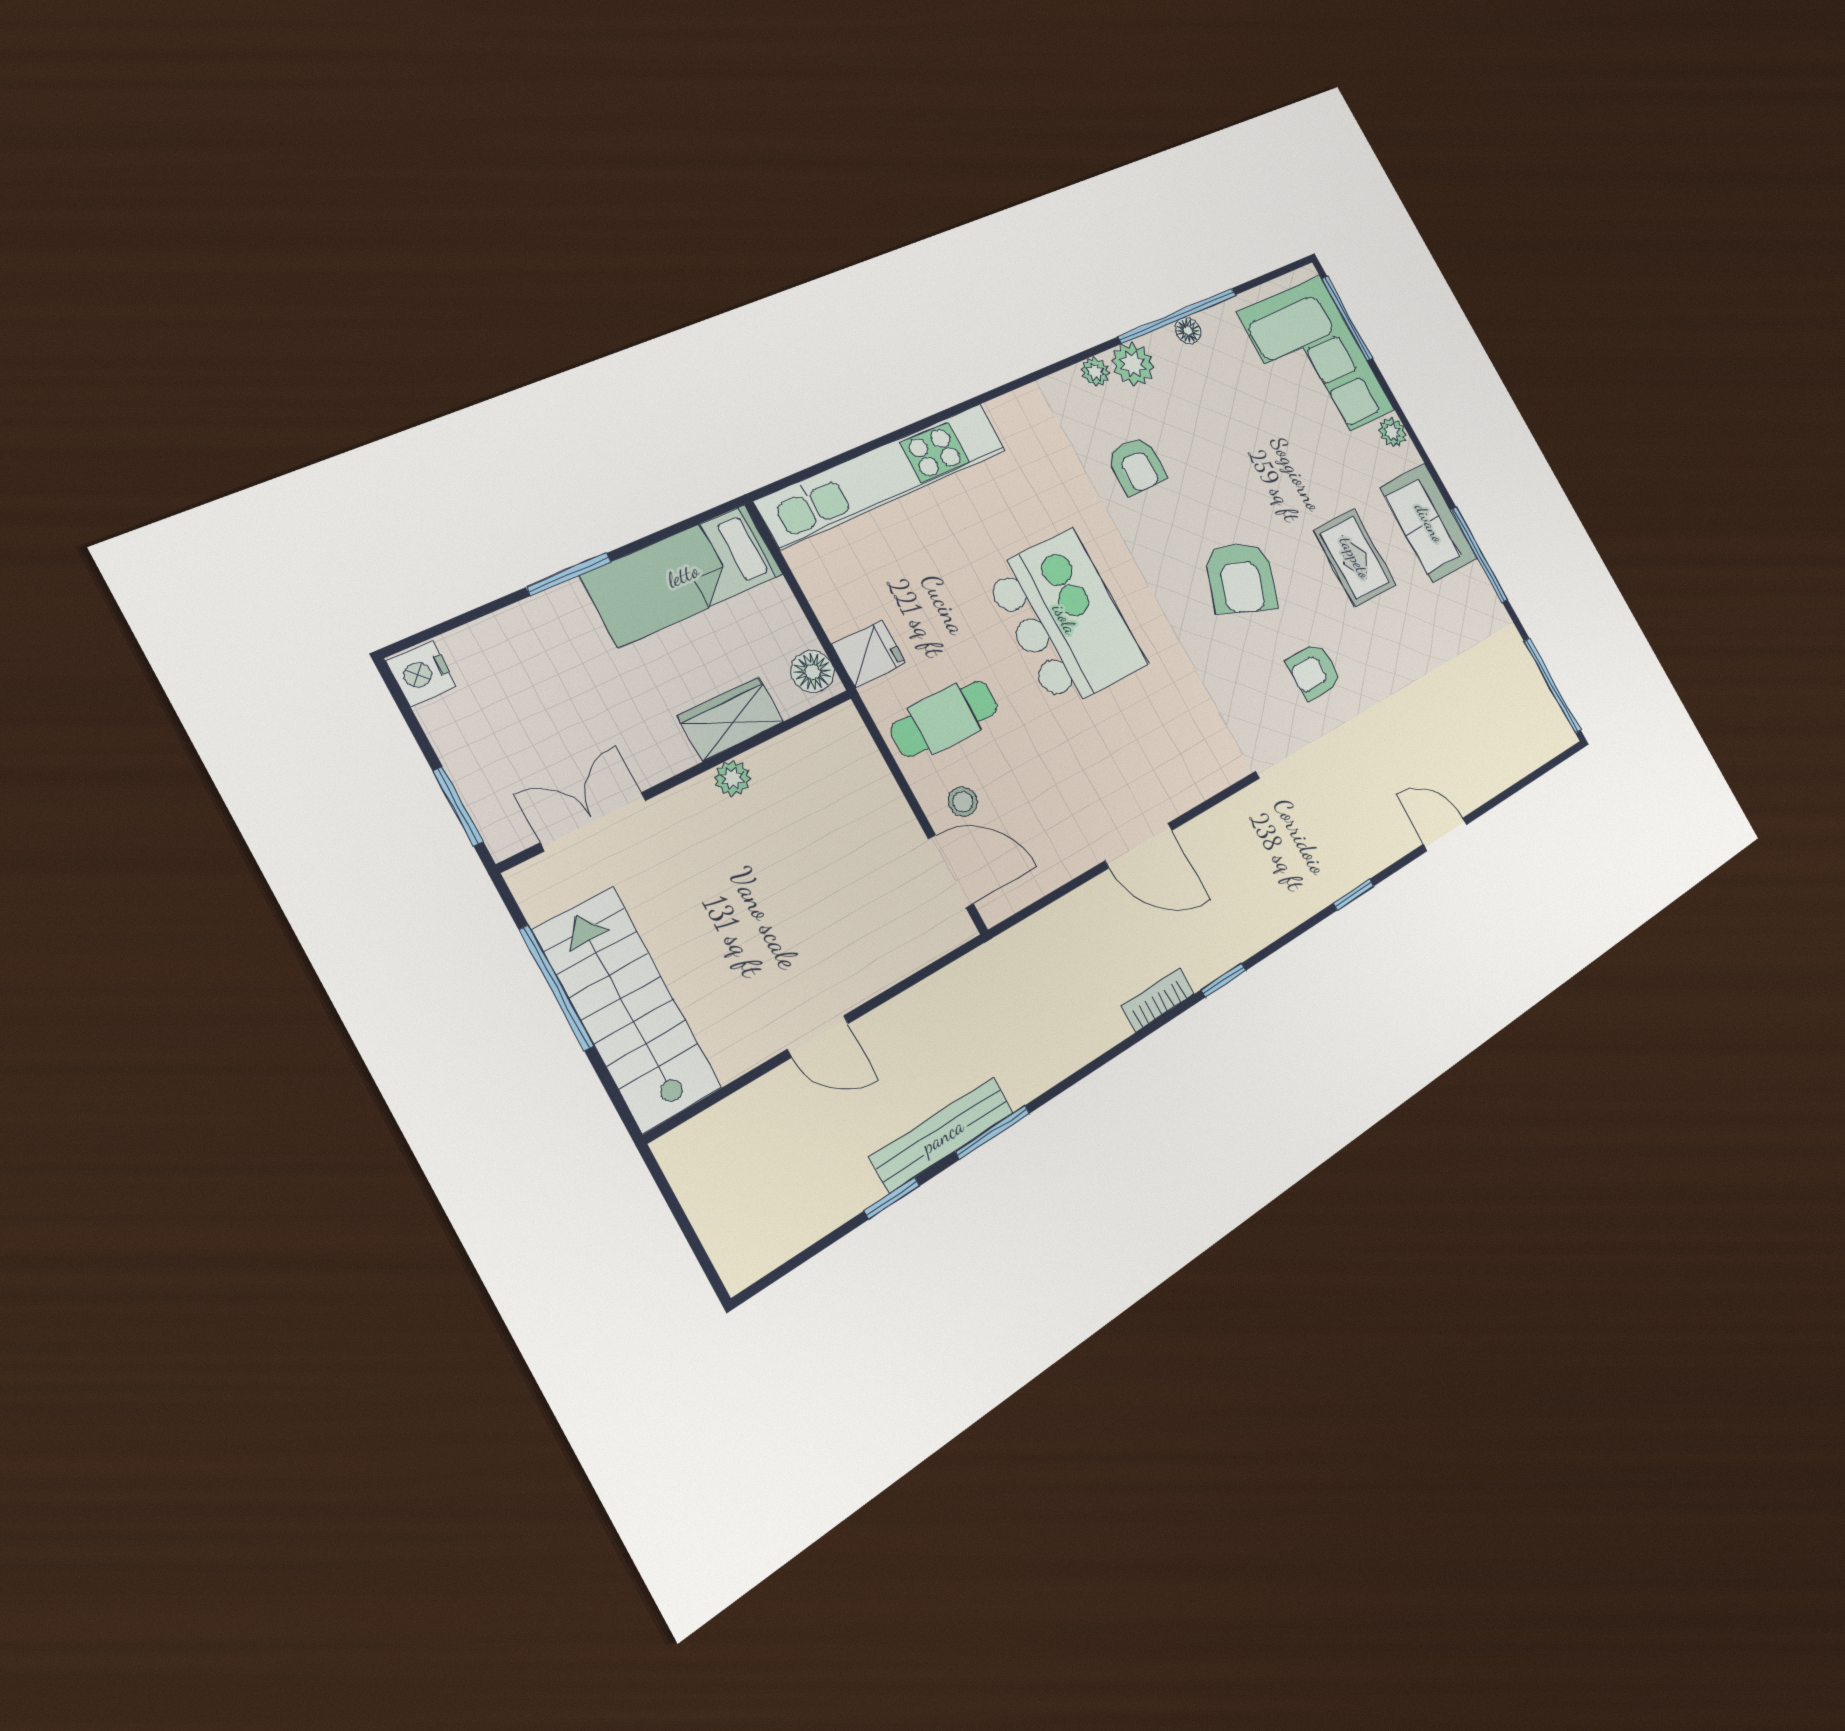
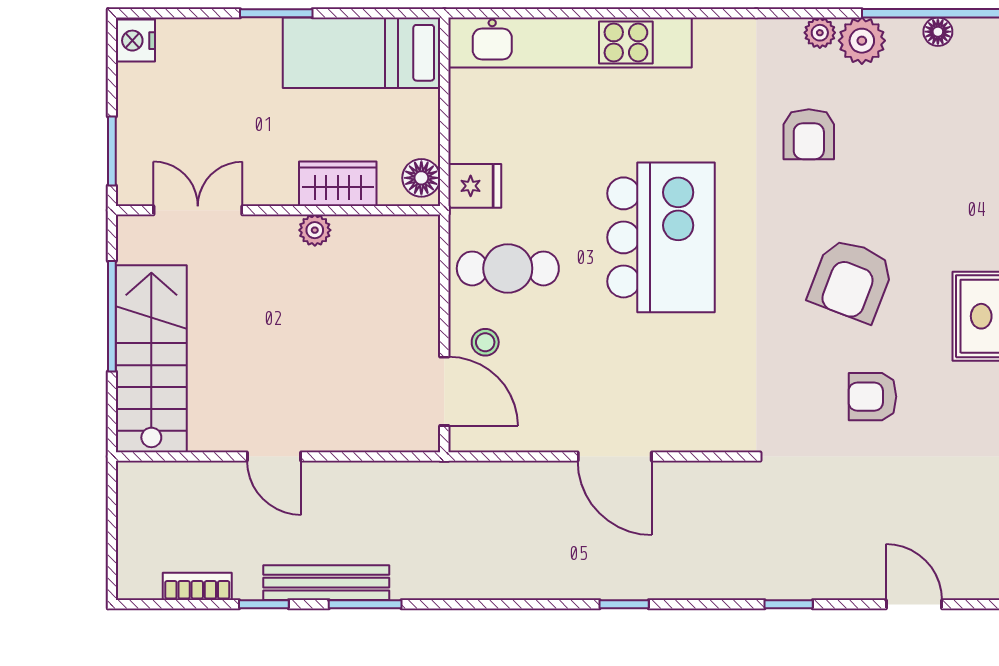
bookcase: (1158, 1000) -> (197, 586), moved

